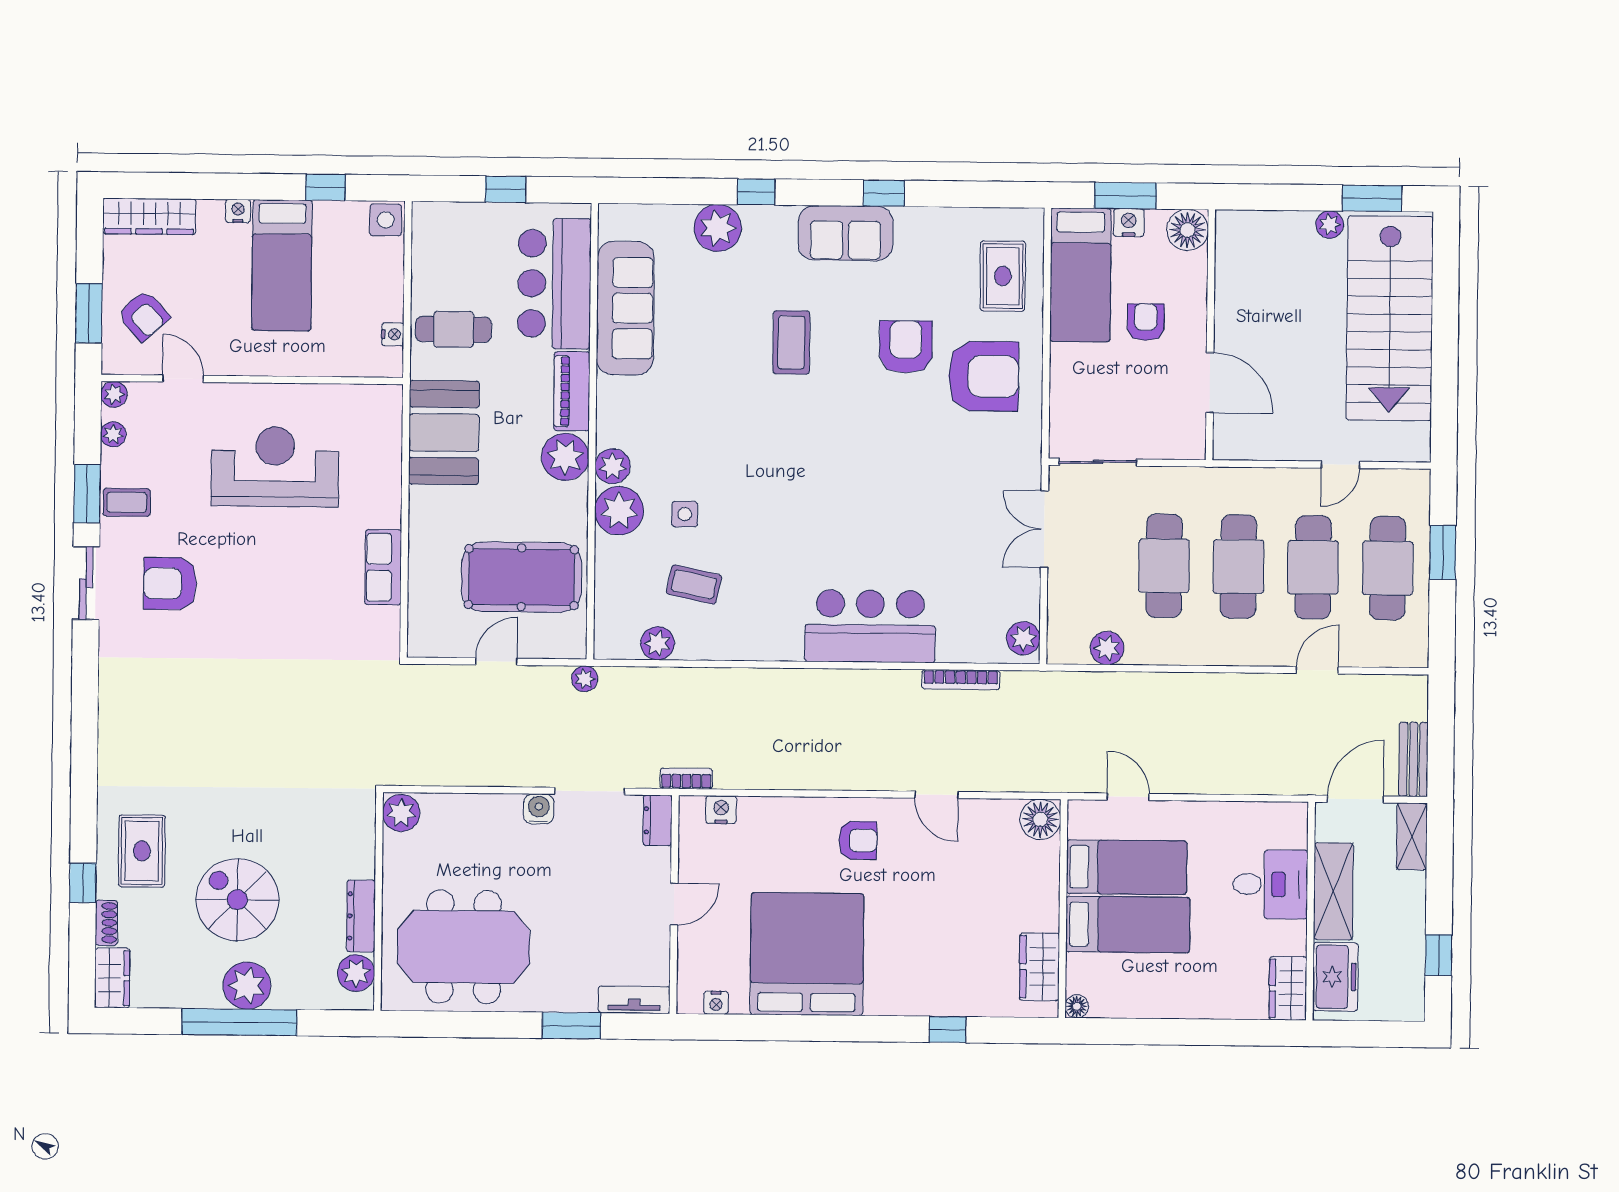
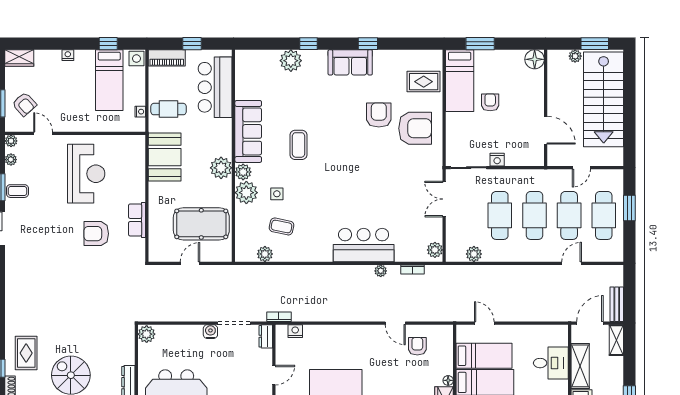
wardrobe: (149, 216) -> (19, 58), width x0.67
nightstand: (1129, 223) -> (497, 160), moved, turned 180
floor lamp: (1188, 230) -> (535, 59), moved
bed: (282, 265) -> (109, 80), moved
rug: (1003, 276) -> (424, 82), turned 90
sofa: (625, 308) -> (248, 131), moved
wall: (1210, 335) -> (546, 108), moved
coffee table: (791, 342) -> (299, 145), moved
door: (1210, 383) -> (546, 130), moved
piano: (572, 391) -> (167, 58), moved, turned -90
reception desk: (275, 467) -> (86, 174), turned 90
armchair: (170, 584) -> (96, 234), moved
plant: (585, 679) -> (381, 271), moved
bookcase: (961, 680) -> (412, 269), width x0.64
floor lamp: (1040, 819) -> (448, 380), moved, width x0.53, depth x0.53
armchair: (858, 840) -> (417, 346), moved, turned -90

